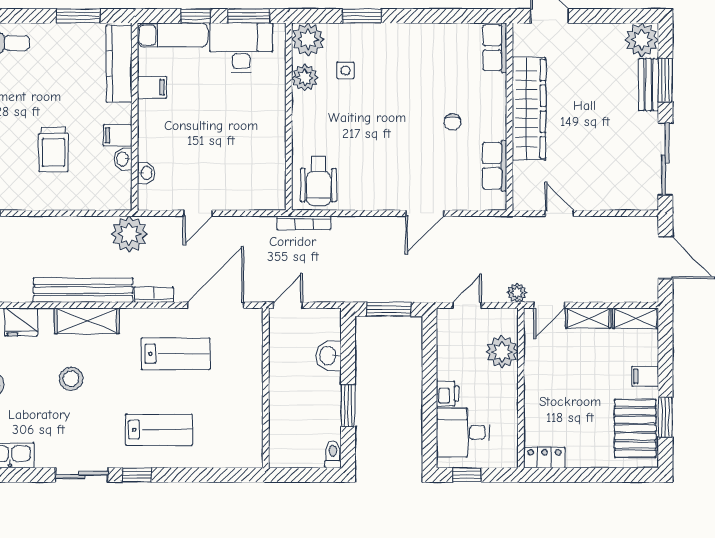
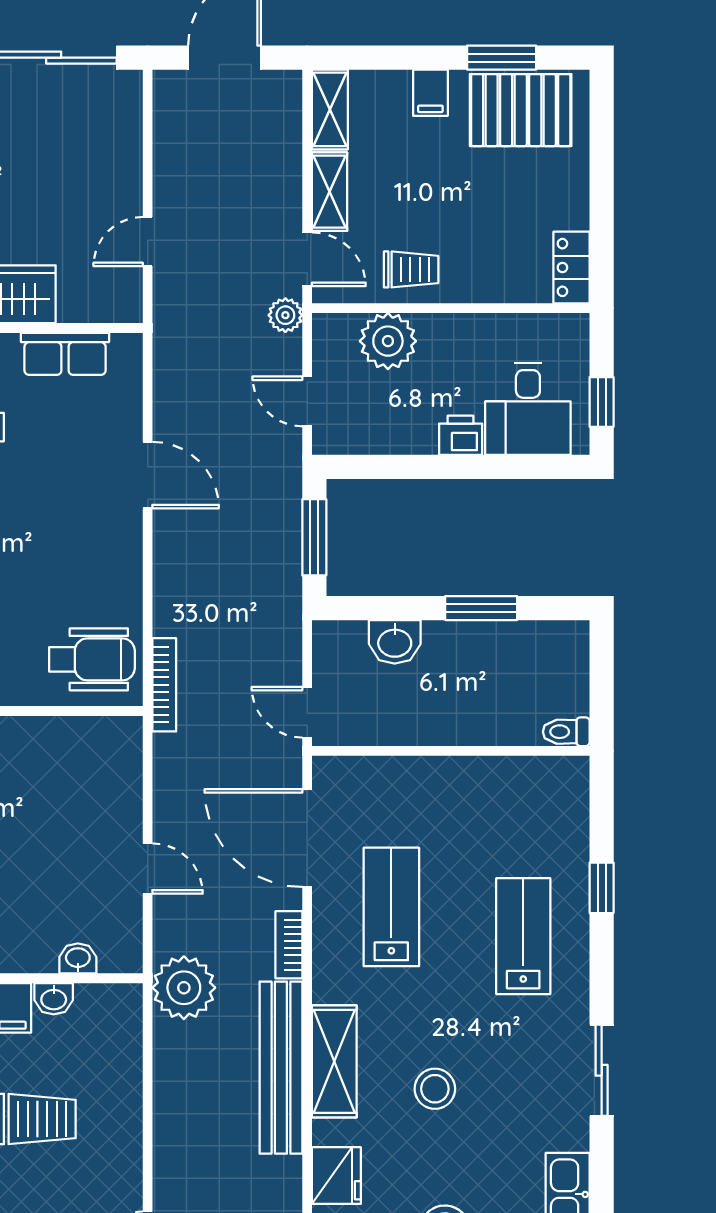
trolley: (543, 365) -> (411, 269), added
toilet: (333, 455) -> (566, 732), moved
window: (137, 475) -> (602, 888), moved

